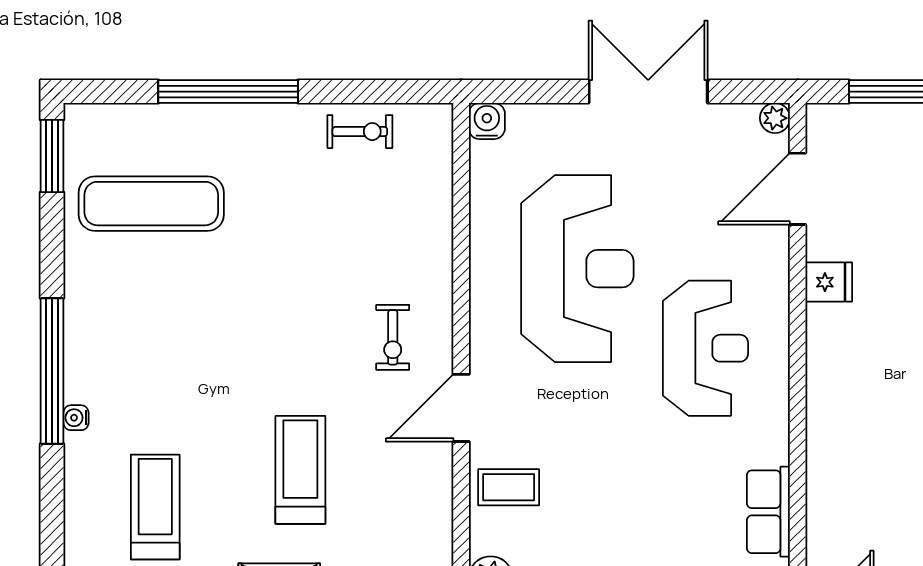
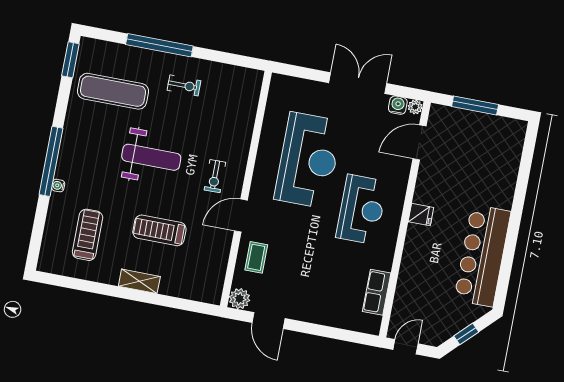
water cooler: (487, 121) -> (398, 105), moved
exercise bike: (360, 132) -> (184, 85), moved
fridge: (829, 282) -> (421, 215), moved
weight bench: (255, 323) -> (151, 157), added
treadmill: (300, 470) -> (159, 230), turned -90
coffee table: (509, 487) -> (256, 257), turned 90

